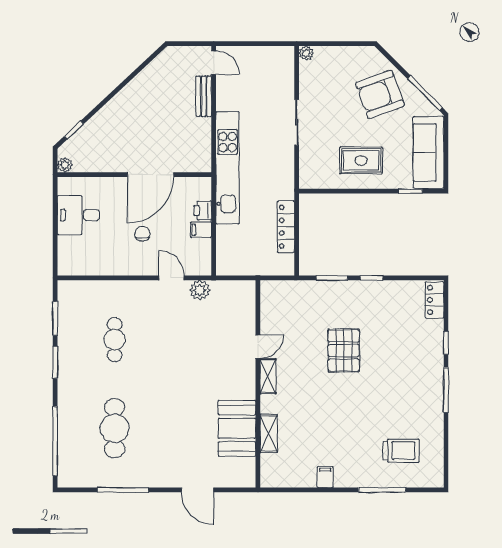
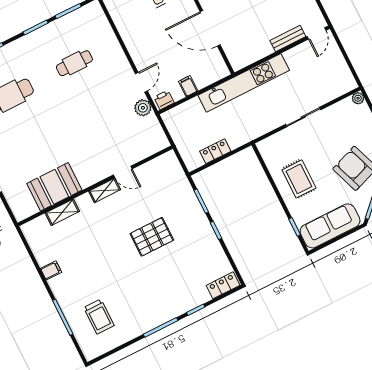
printer: (203, 211) -> (164, 100), moved
locker: (286, 227) -> (215, 151), width x0.66
chair: (142, 234) -> (163, 44), removed

